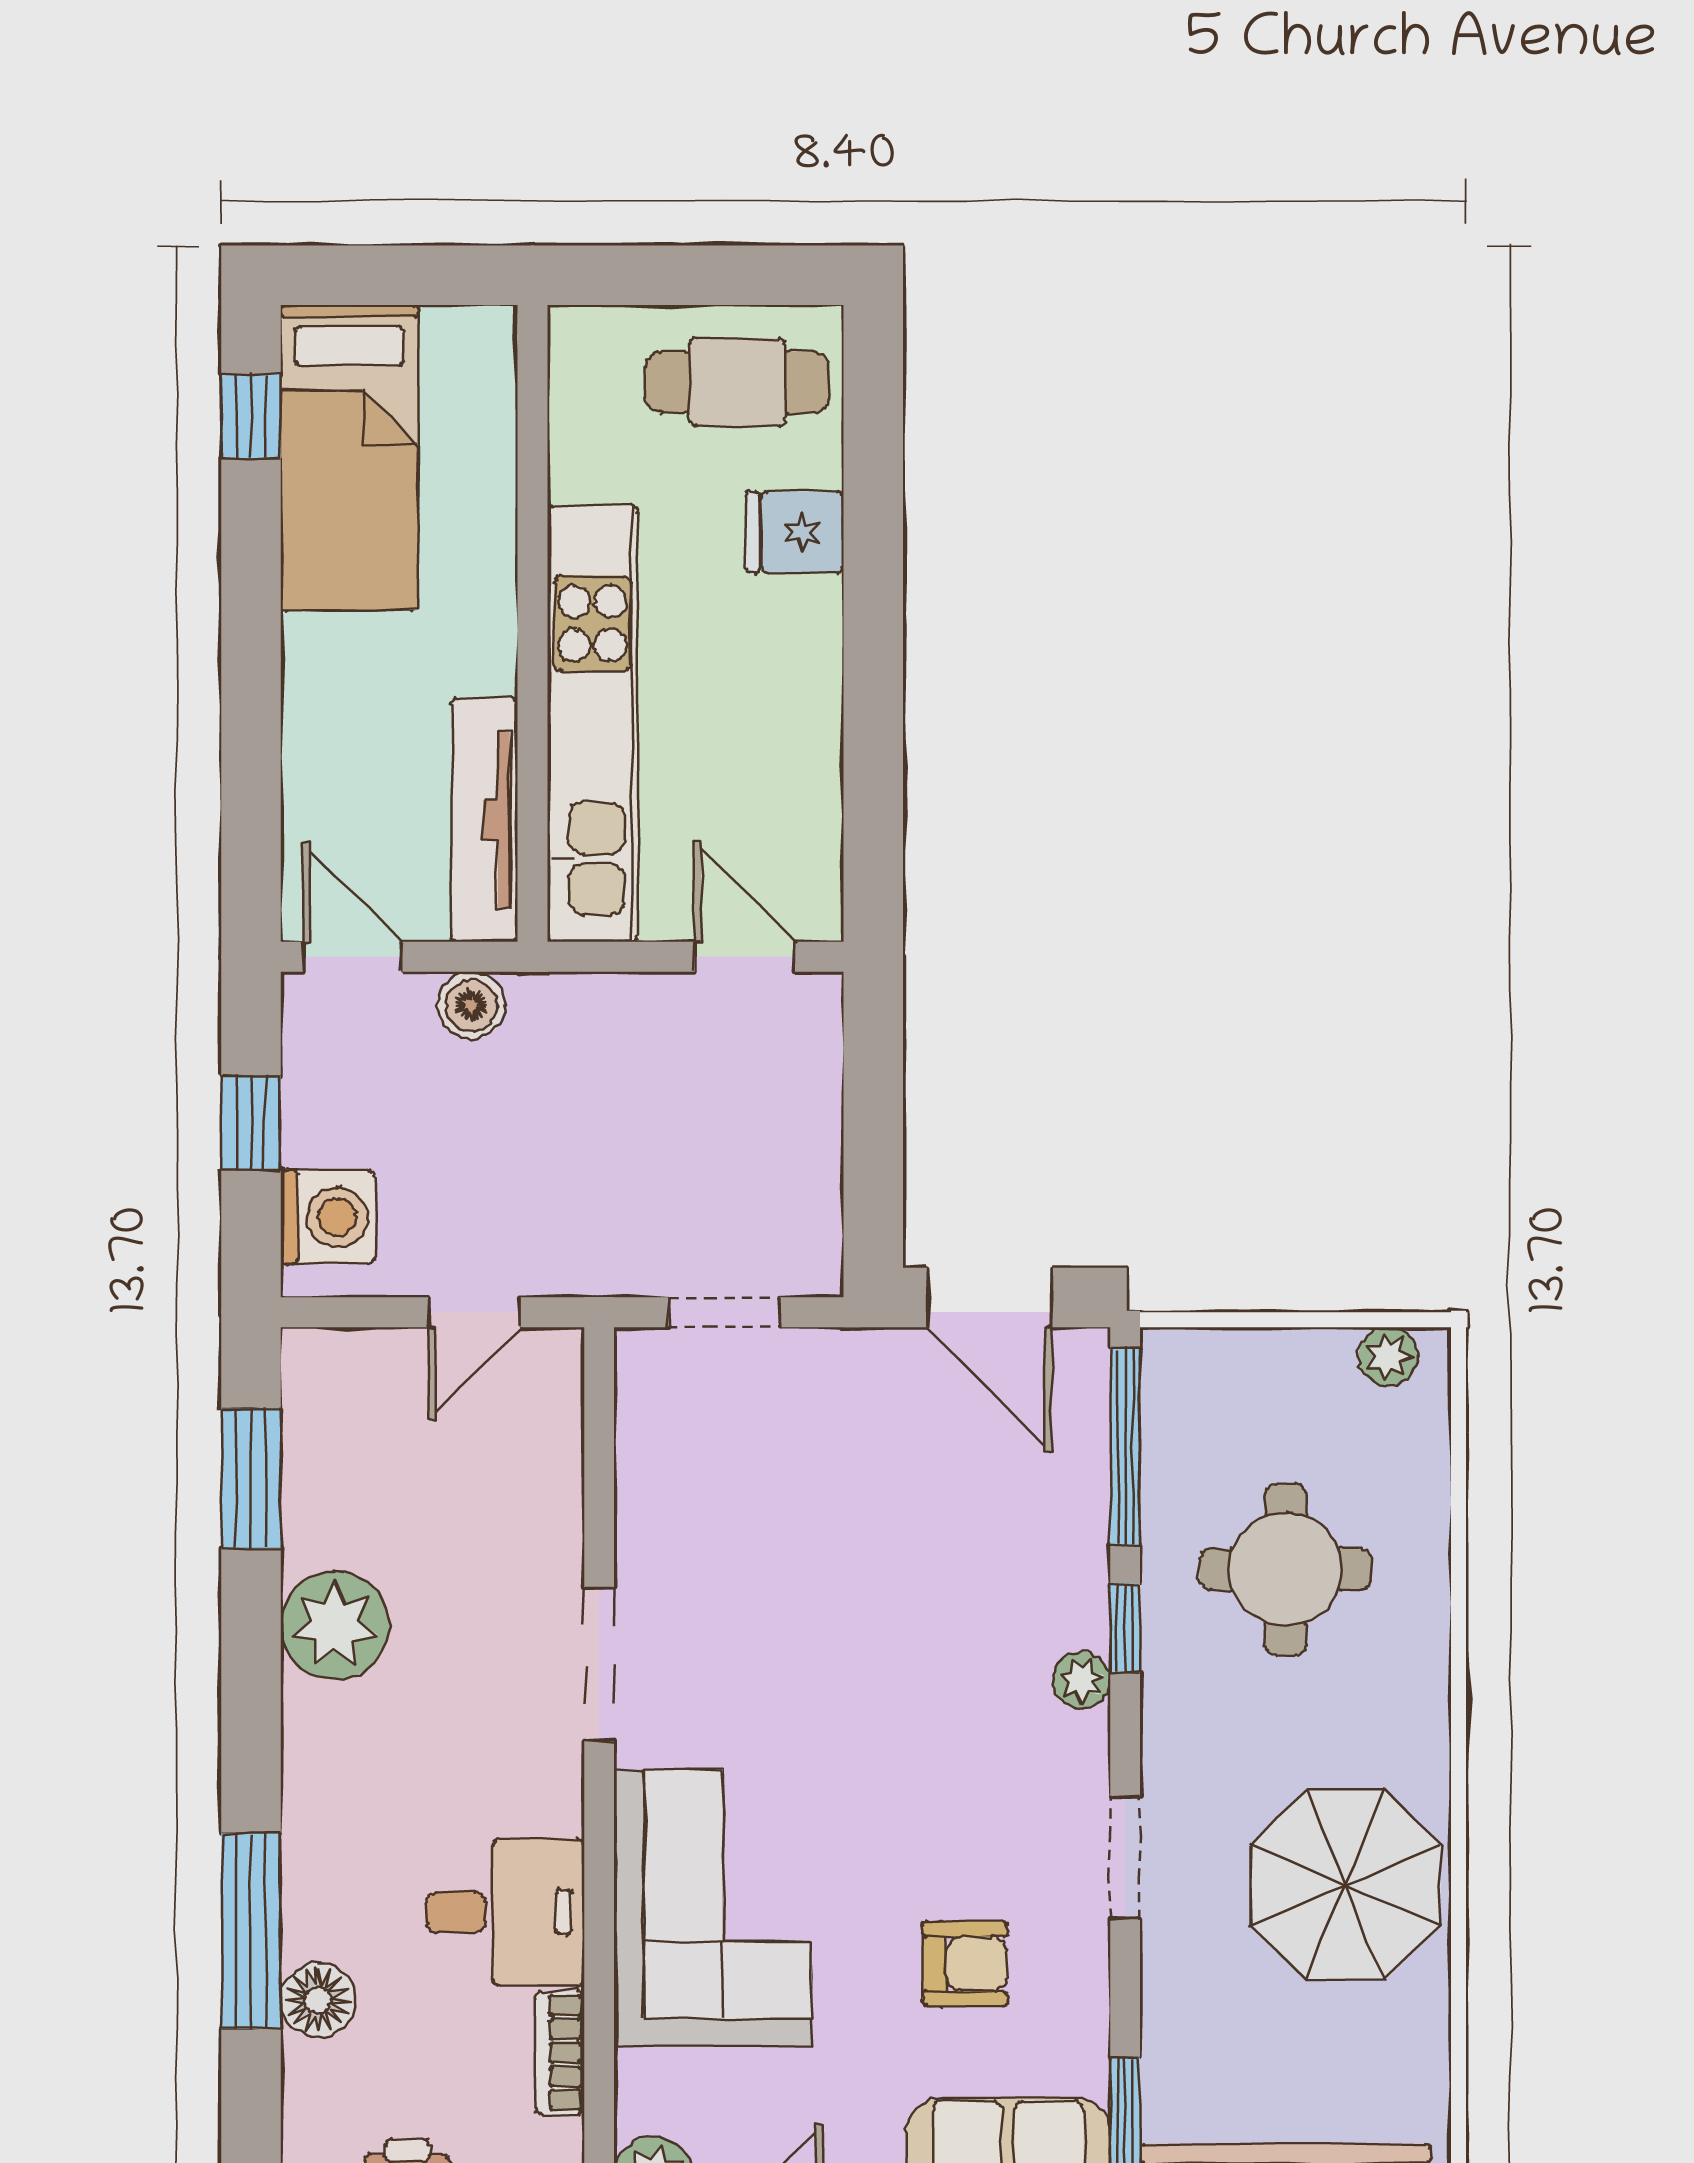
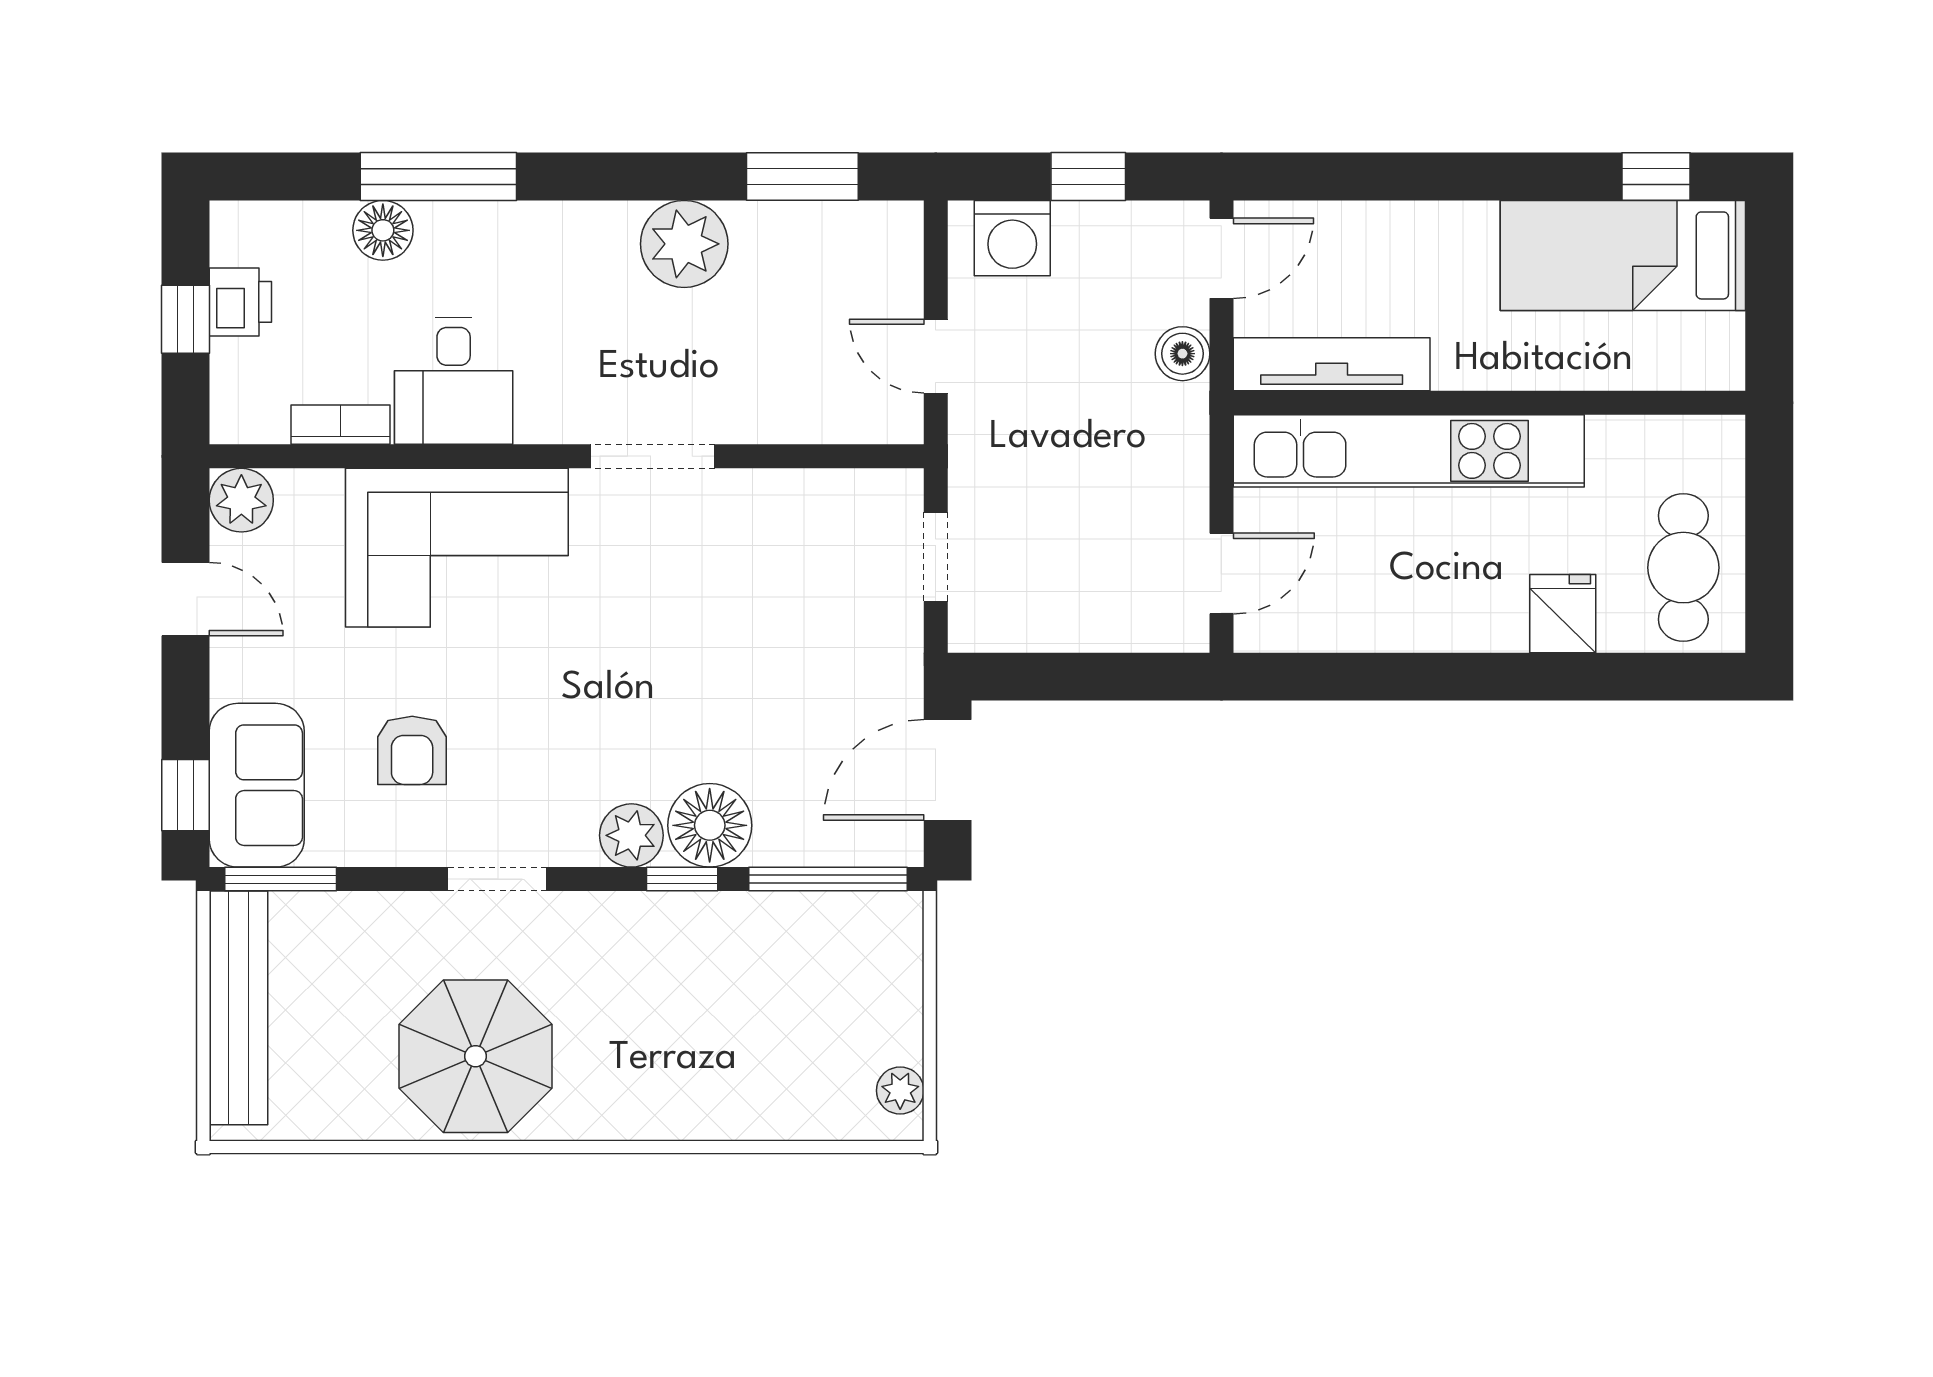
round table: (1286, 1569) -> (729, 1008), removed
floor lamp: (1058, 1593) -> (710, 825), added
plant: (1082, 1680) -> (631, 835), width x1.38, depth x1.38

